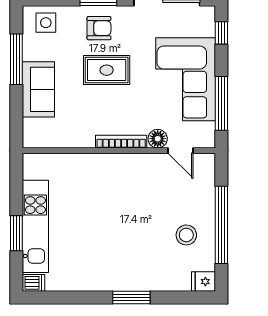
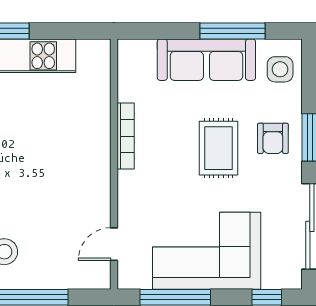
sofa: (38, 89) -> (206, 60), width x1.36
floor lamp: (158, 139) -> (129, 215), removed
bookcase: (121, 142) -> (126, 136), moved

